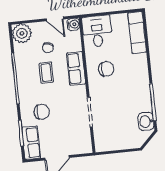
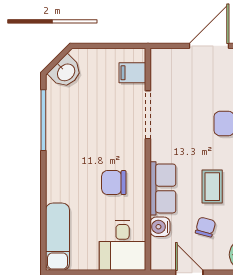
water cooler: (73, 24) -> (160, 227), moved
washbasin: (146, 121) -> (66, 72), moved, turned 45
filing cabinet: (102, 137) -> (132, 73), added

